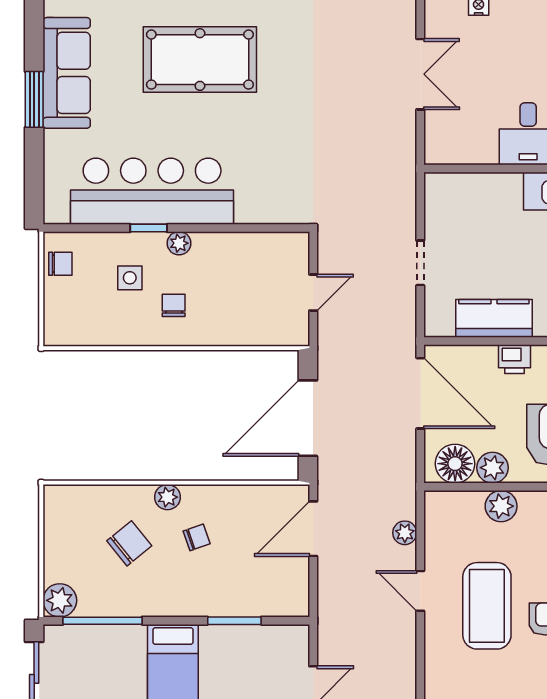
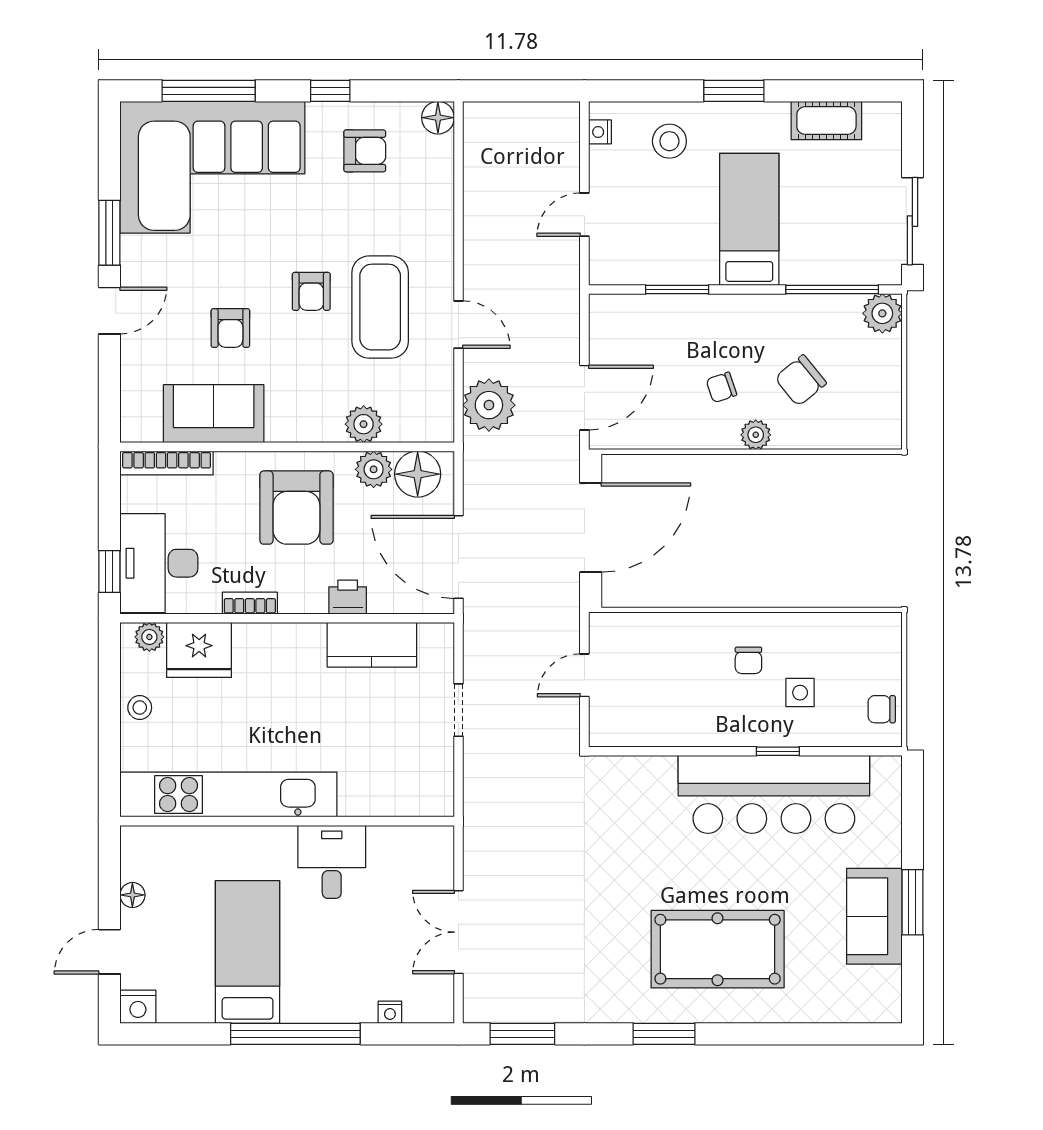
sofa: (67, 73) -> (874, 916), width x0.73
plant: (179, 243) -> (742, 733), removed
plant: (405, 533) -> (489, 405), width x1.88, depth x1.88

